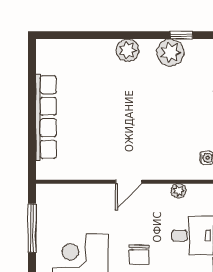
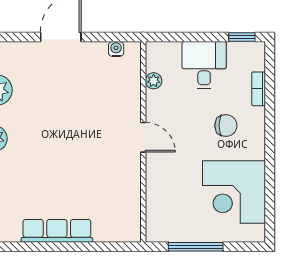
row of seats: (46, 117) -> (57, 231), width x0.73

